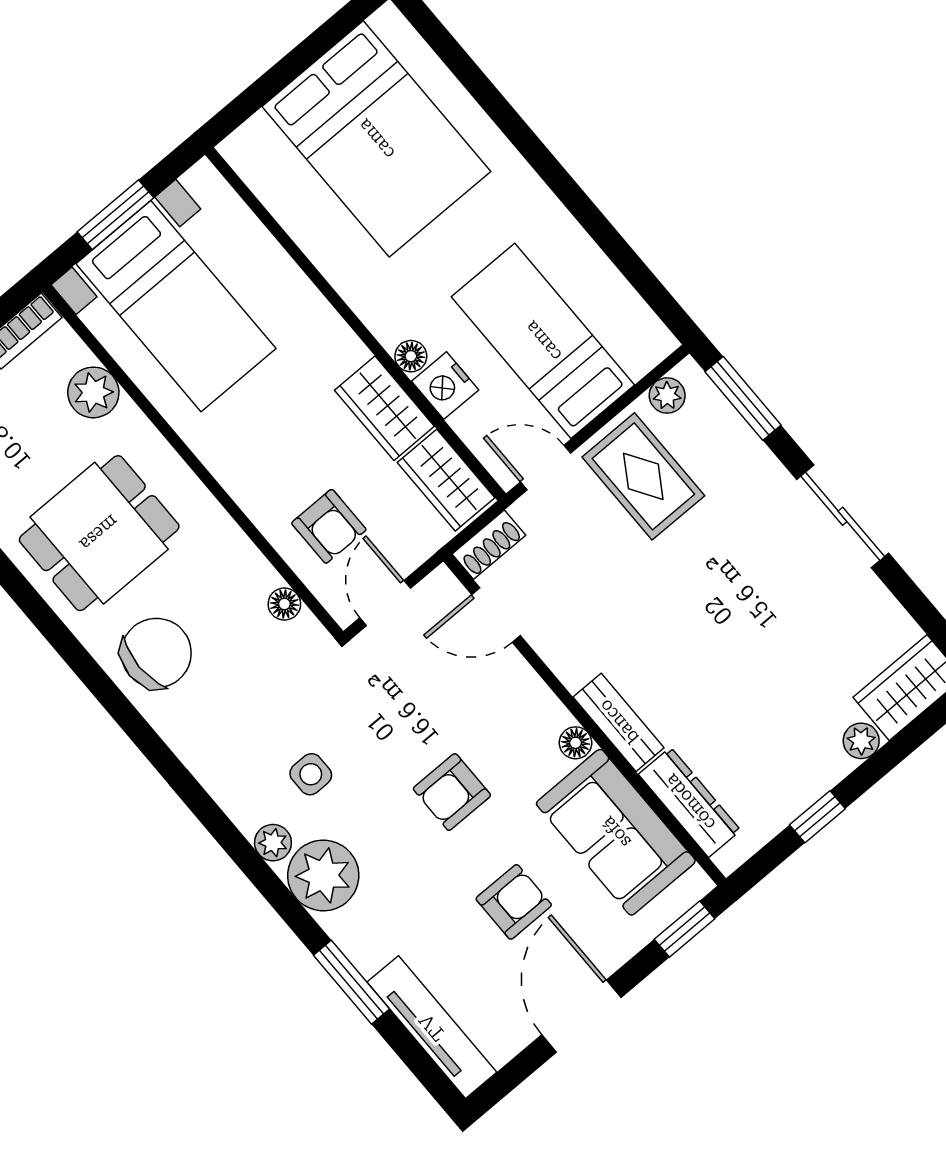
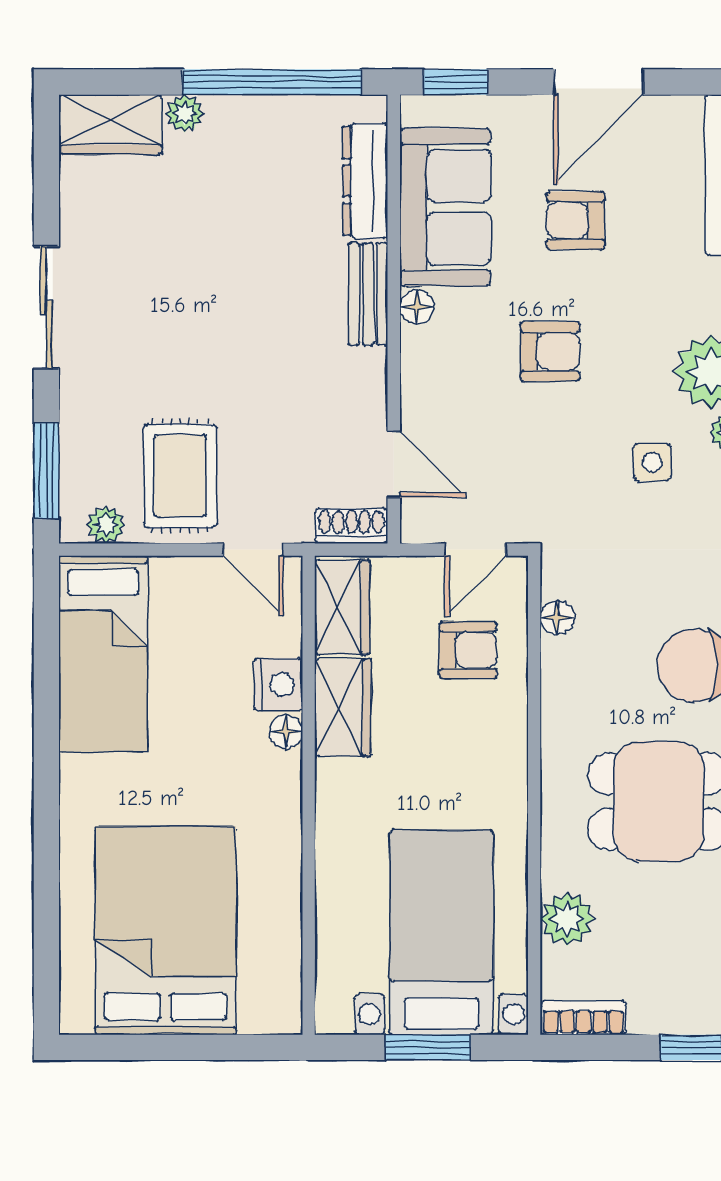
bed: (543, 341) -> (103, 654), moved
armchair: (329, 526) -> (468, 650), turned 90
window: (817, 817) -> (272, 82), width x3.17

